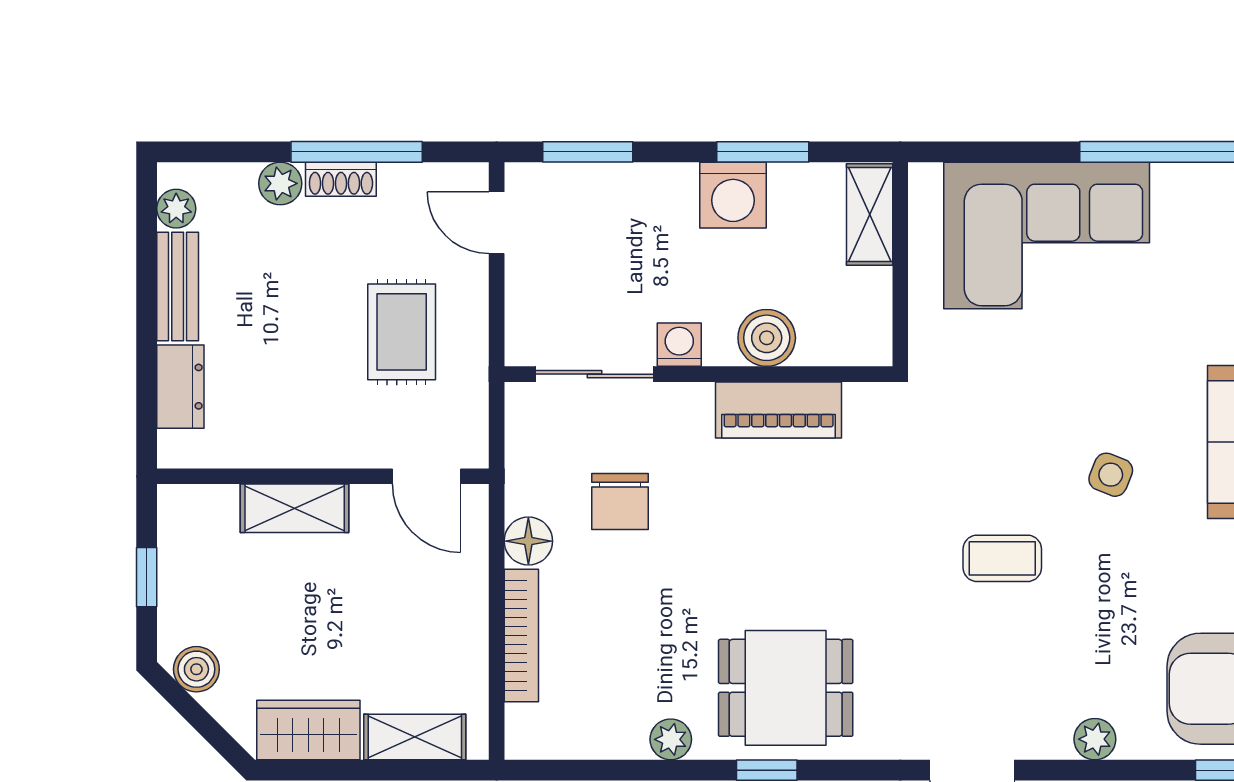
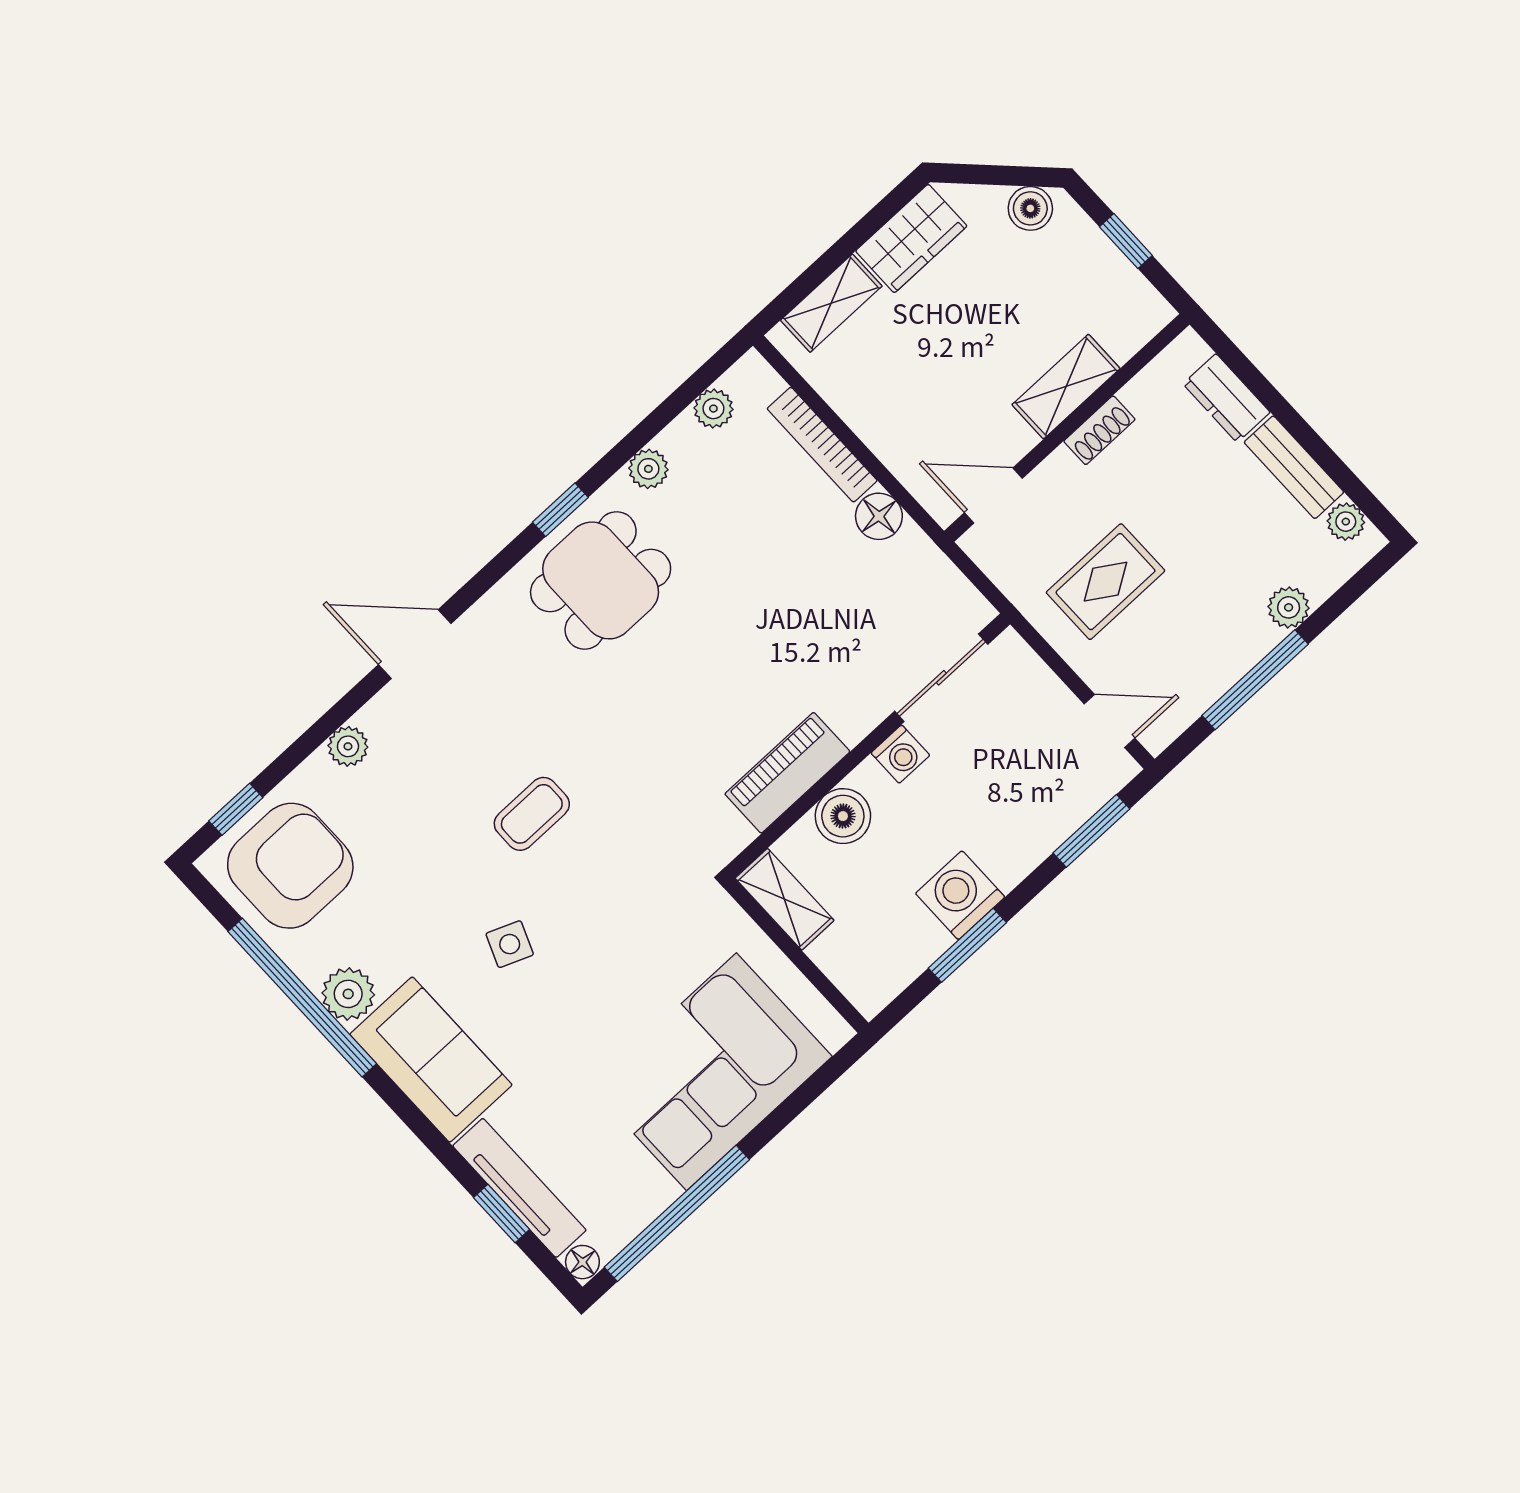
shoe rack: (341, 179) -> (1099, 430), moved, turned 180
shelving: (870, 214) -> (785, 899), moved
rug: (402, 332) -> (1106, 582), turned 90
chair: (620, 502) -> (840, 604), removed
plant: (579, 740) -> (713, 409), added

